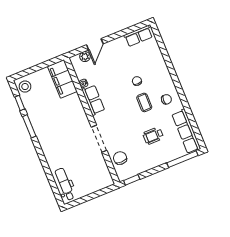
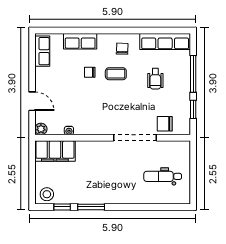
plant: (85, 57) -> (41, 129), moved
row of seats: (93, 100) -> (80, 41), moved, turned 180
doorway: (99, 139) -> (135, 138), width x1.36
window: (182, 159) -> (193, 74), moved
window: (132, 180) -> (193, 109), moved
dental chair: (65, 184) -> (163, 176), moved

